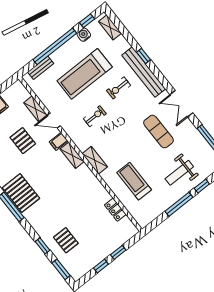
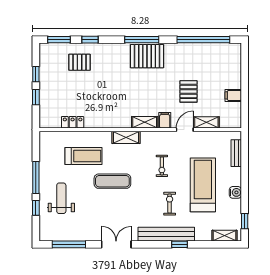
water cooler: (84, 35) -> (235, 192), moved
window: (55, 46) -> (245, 178), removed
exercise mat: (158, 132) -> (112, 181), moved
pallet: (23, 141) -> (189, 91), turned 90

